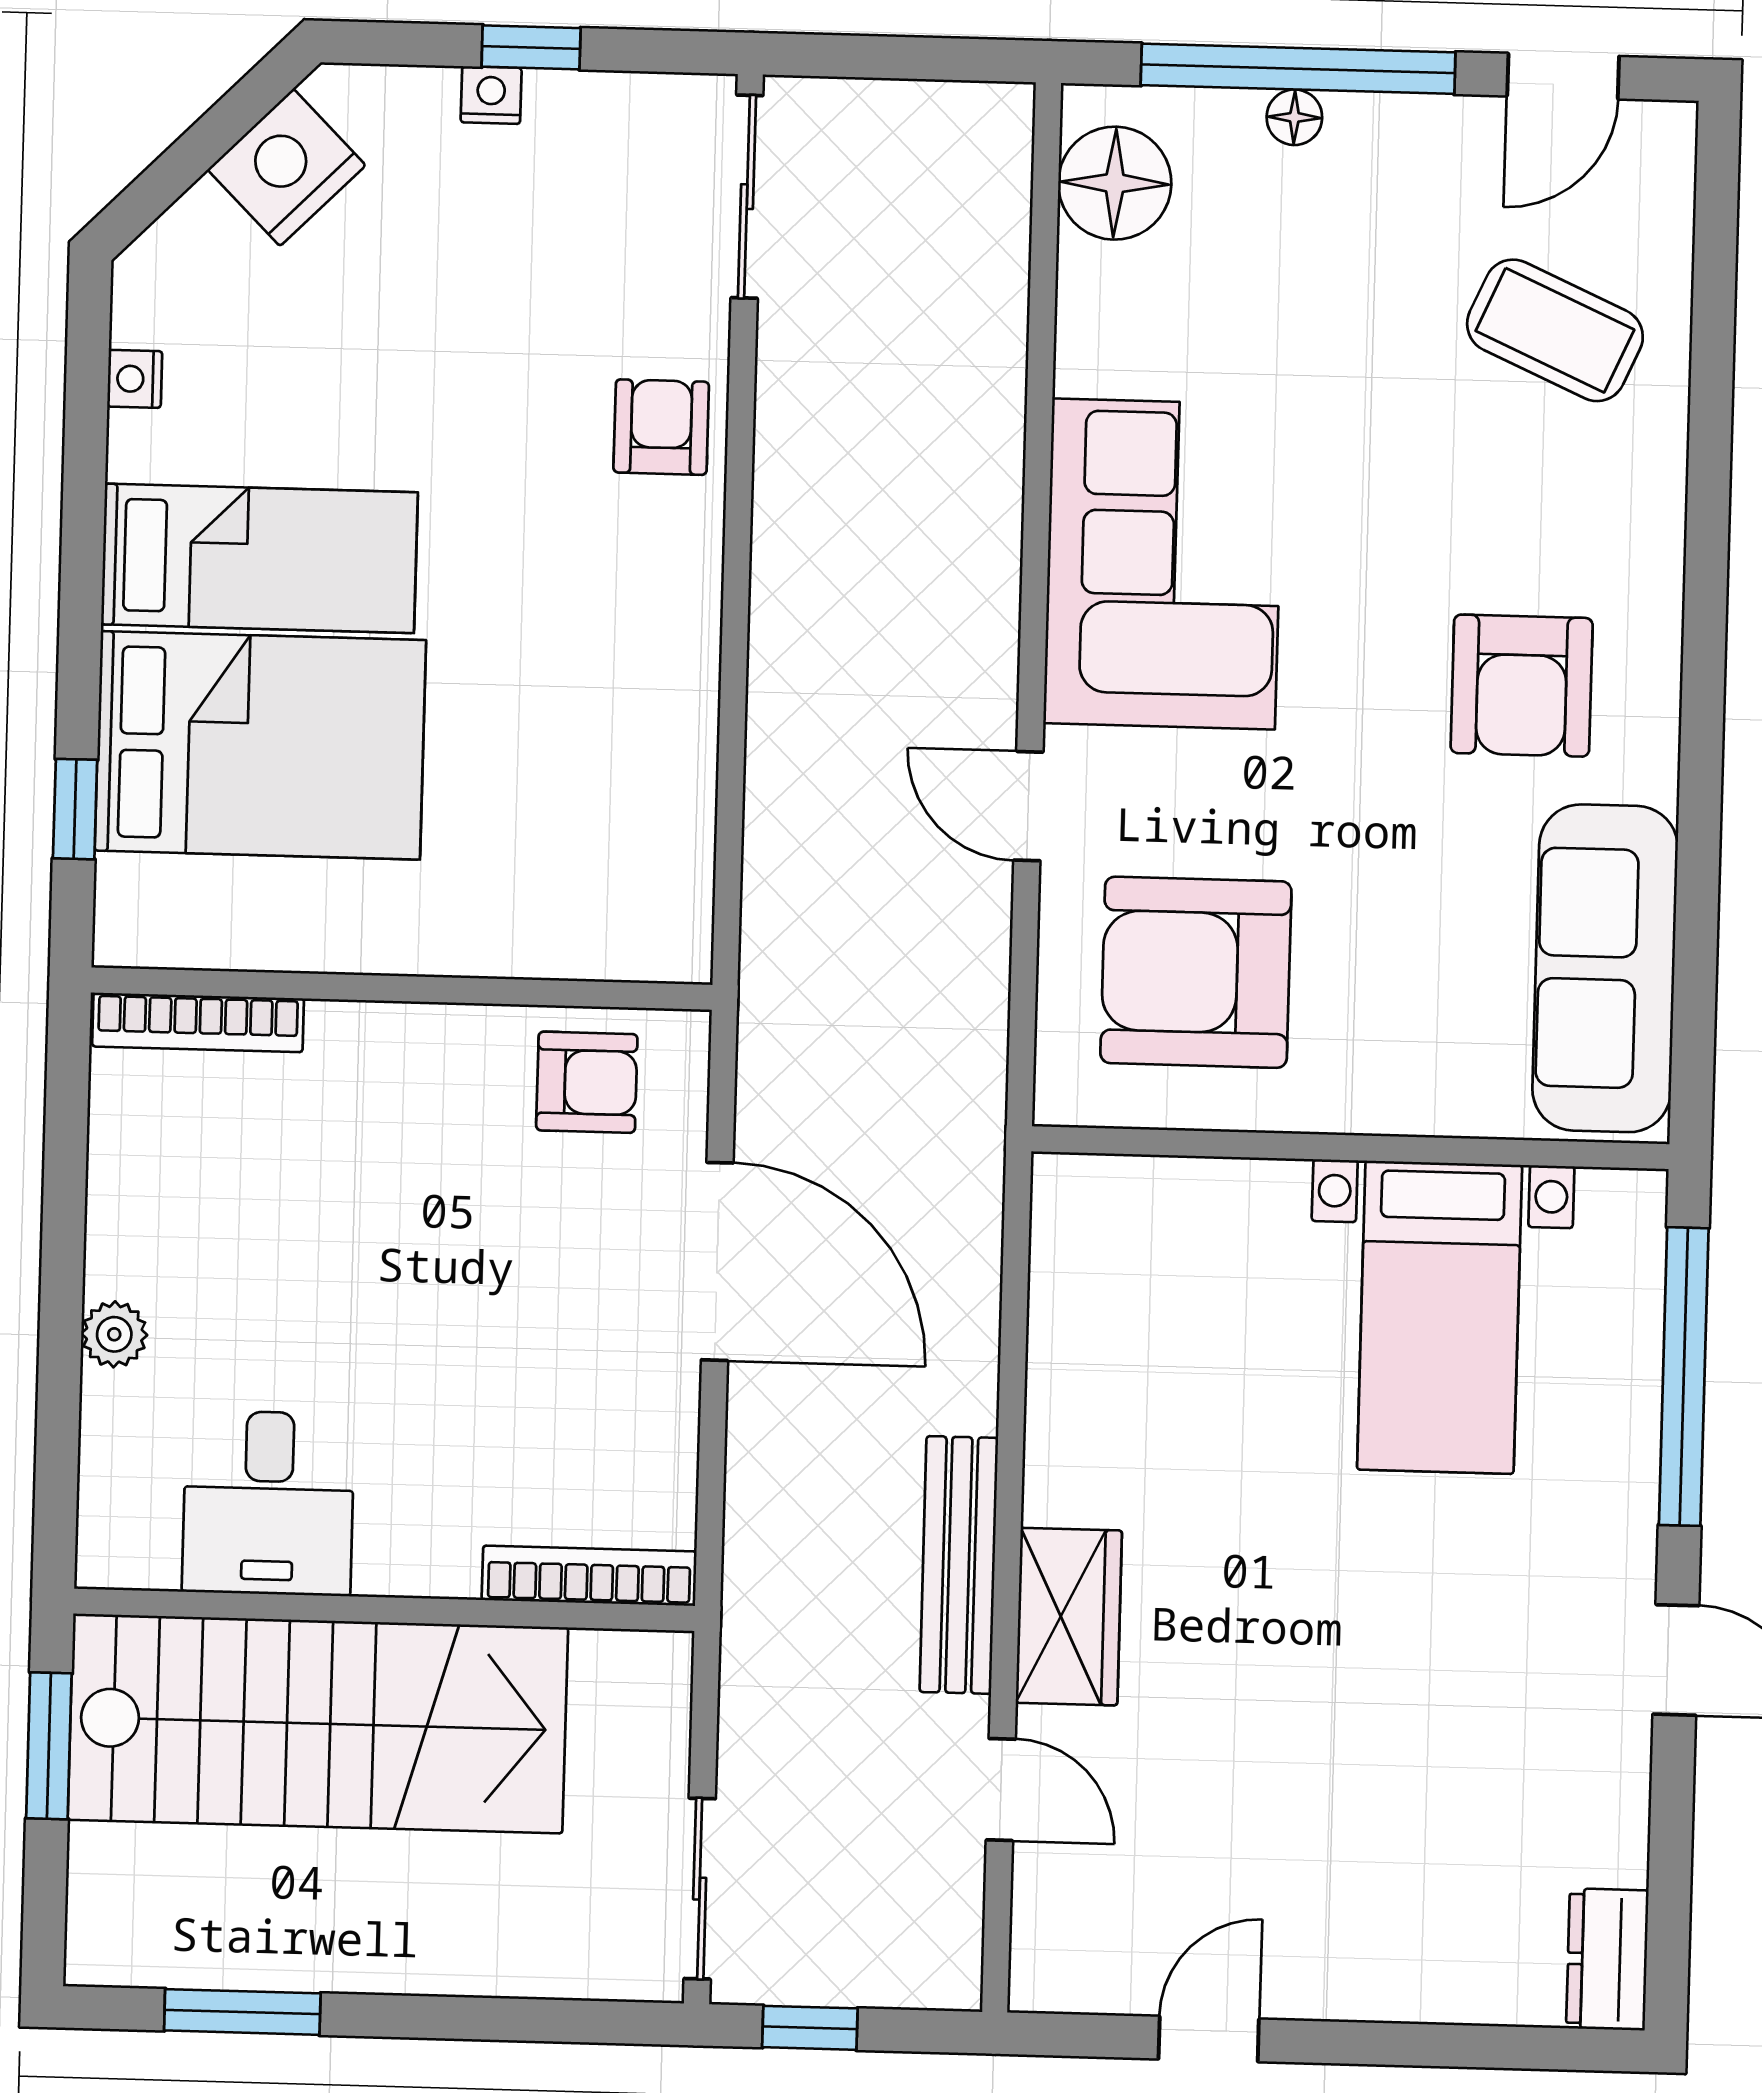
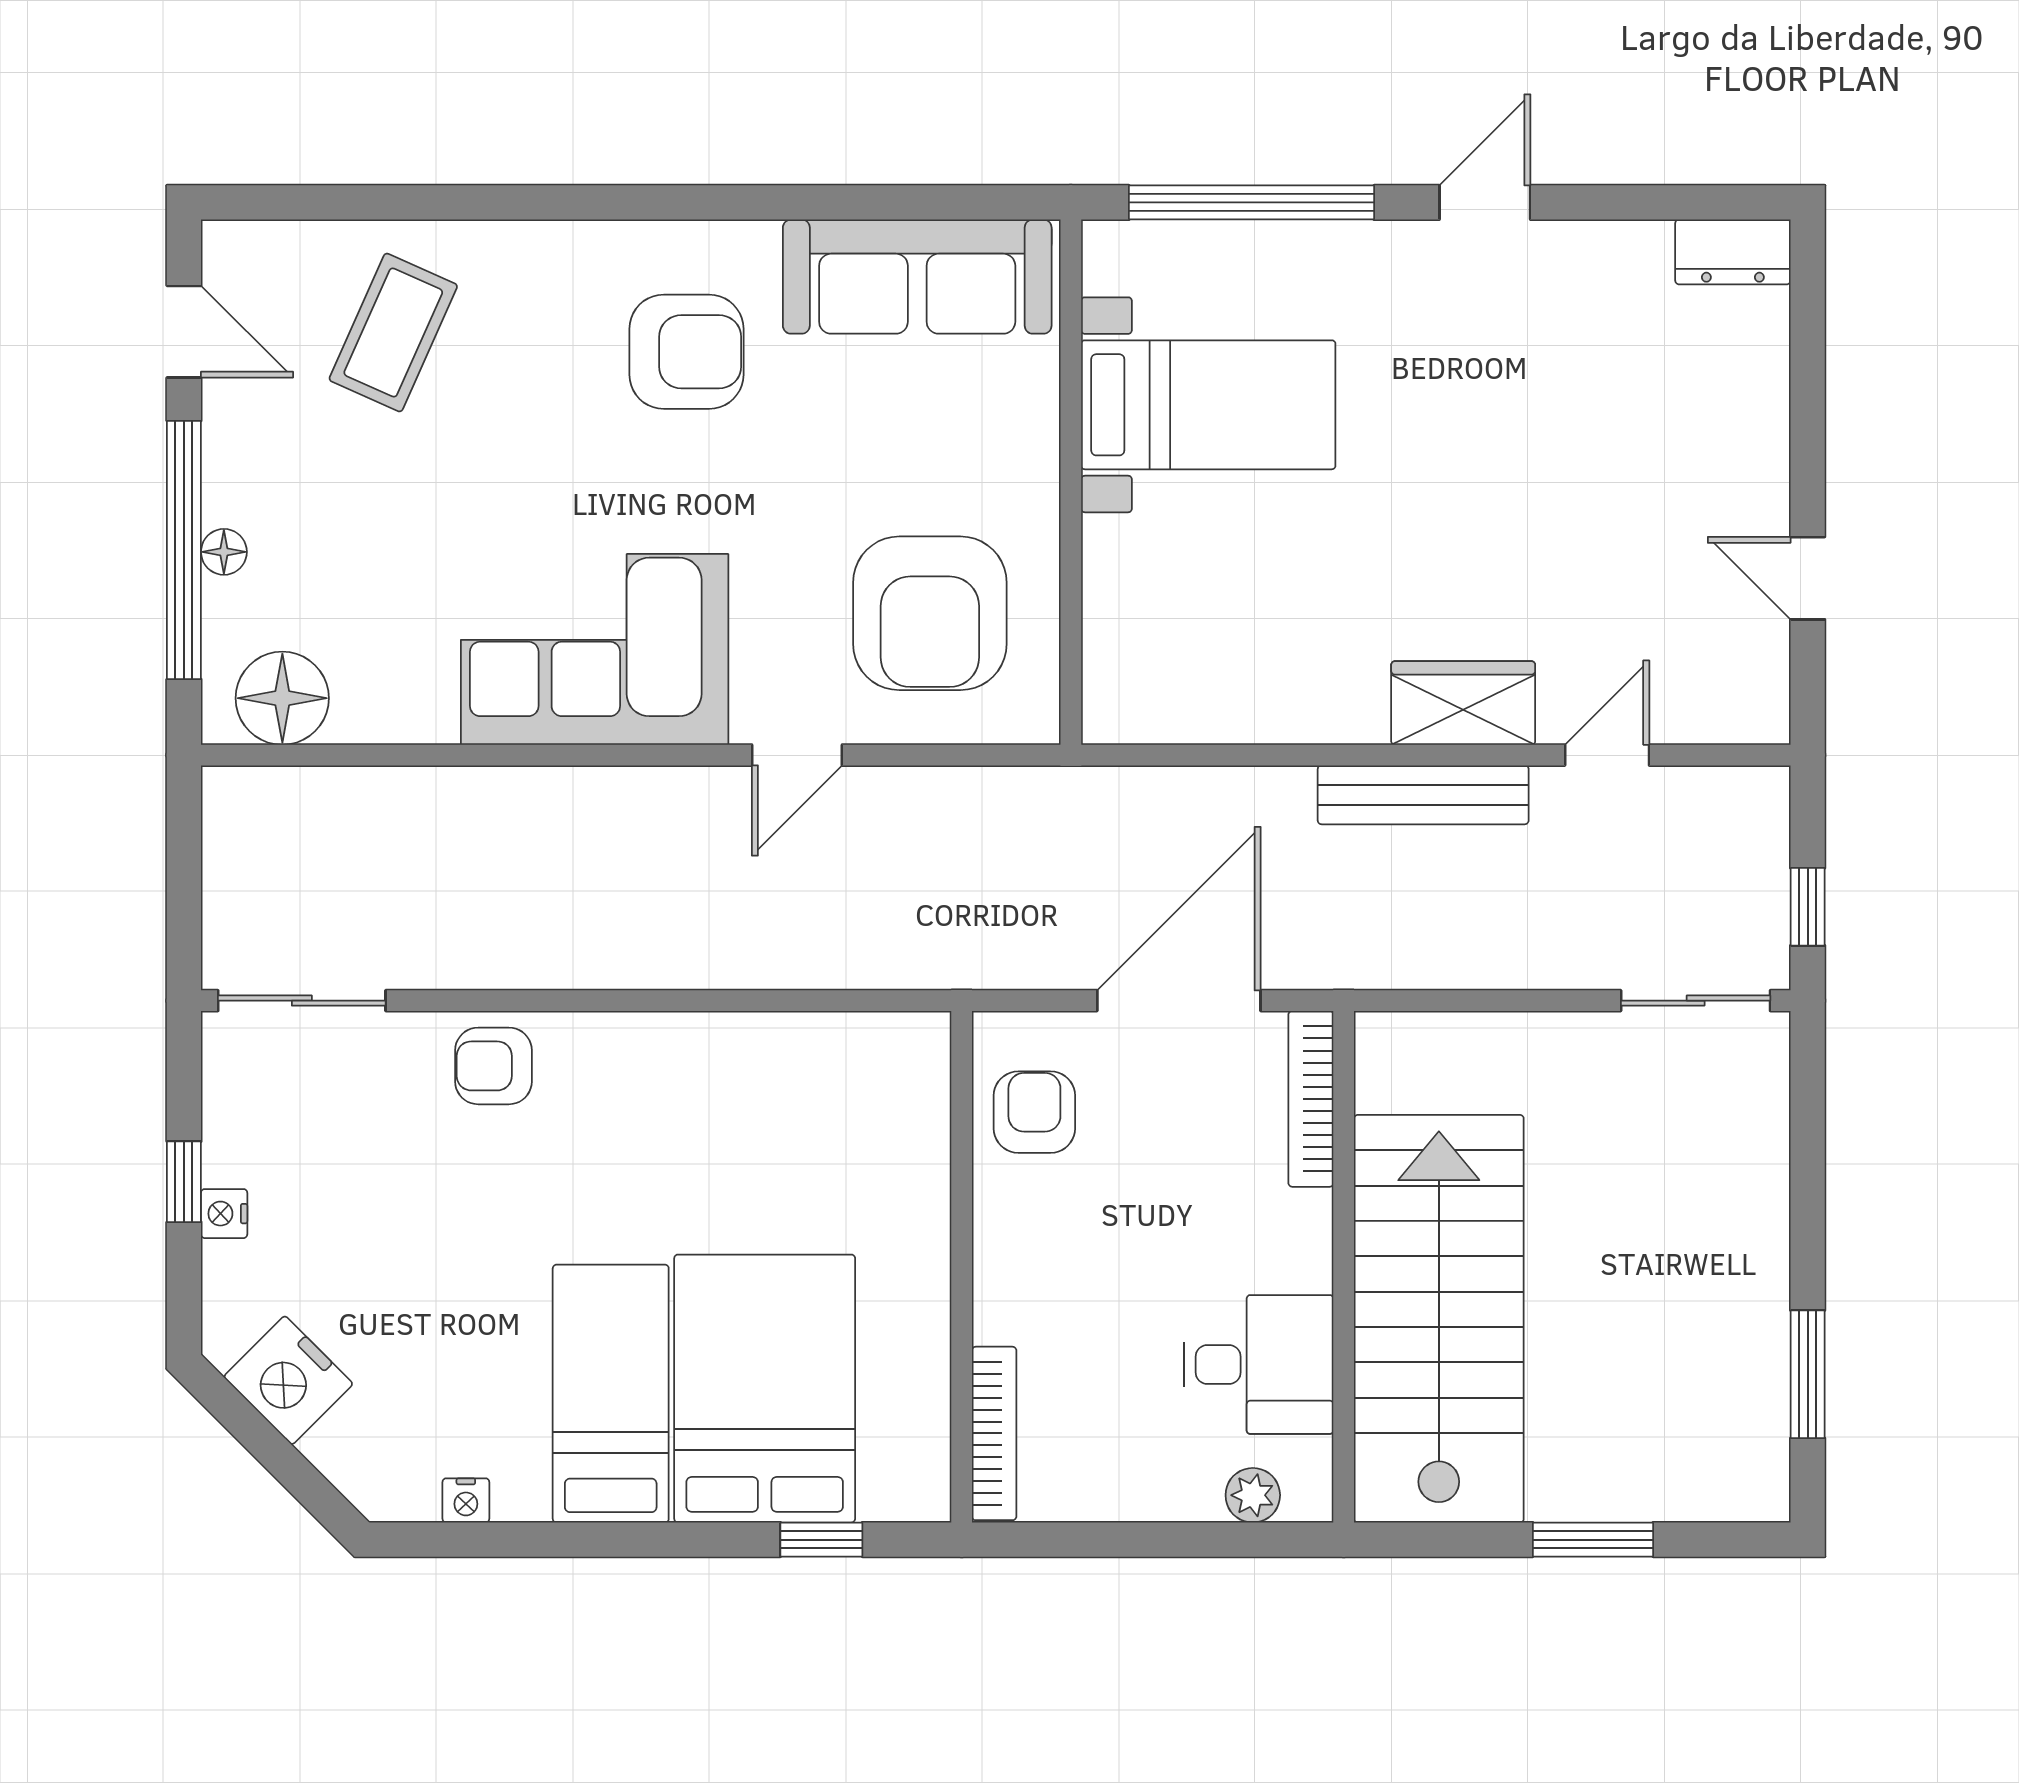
desk: (268, 1503) -> (1259, 1364), moved
bookcase: (589, 1576) -> (1311, 1099), moved
wall: (384, 1610) -> (1344, 1267), moved
stairs: (318, 1724) -> (1439, 1319), moved

